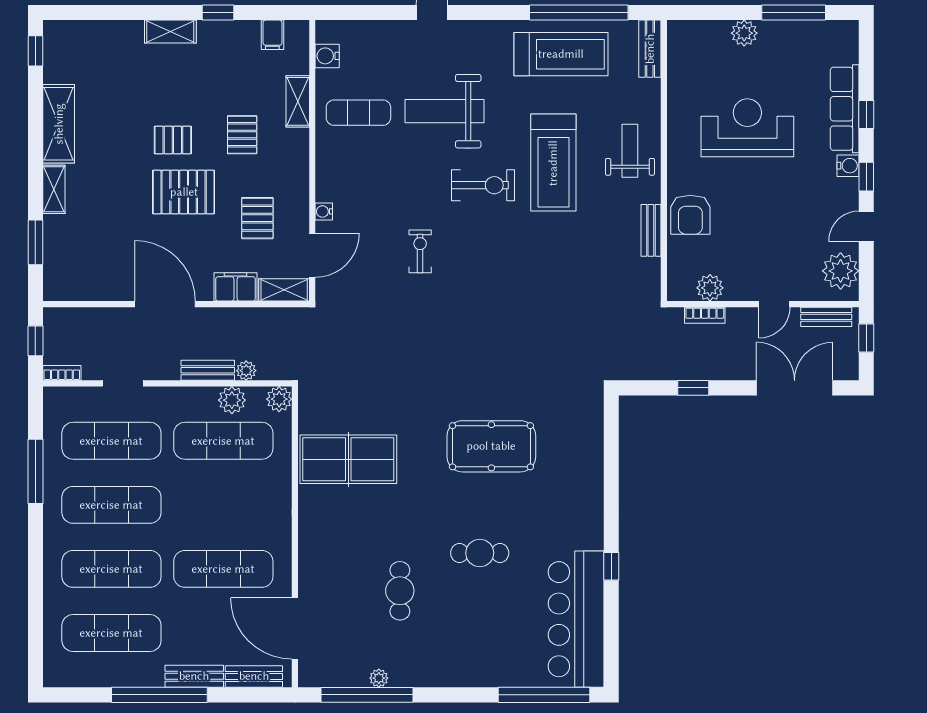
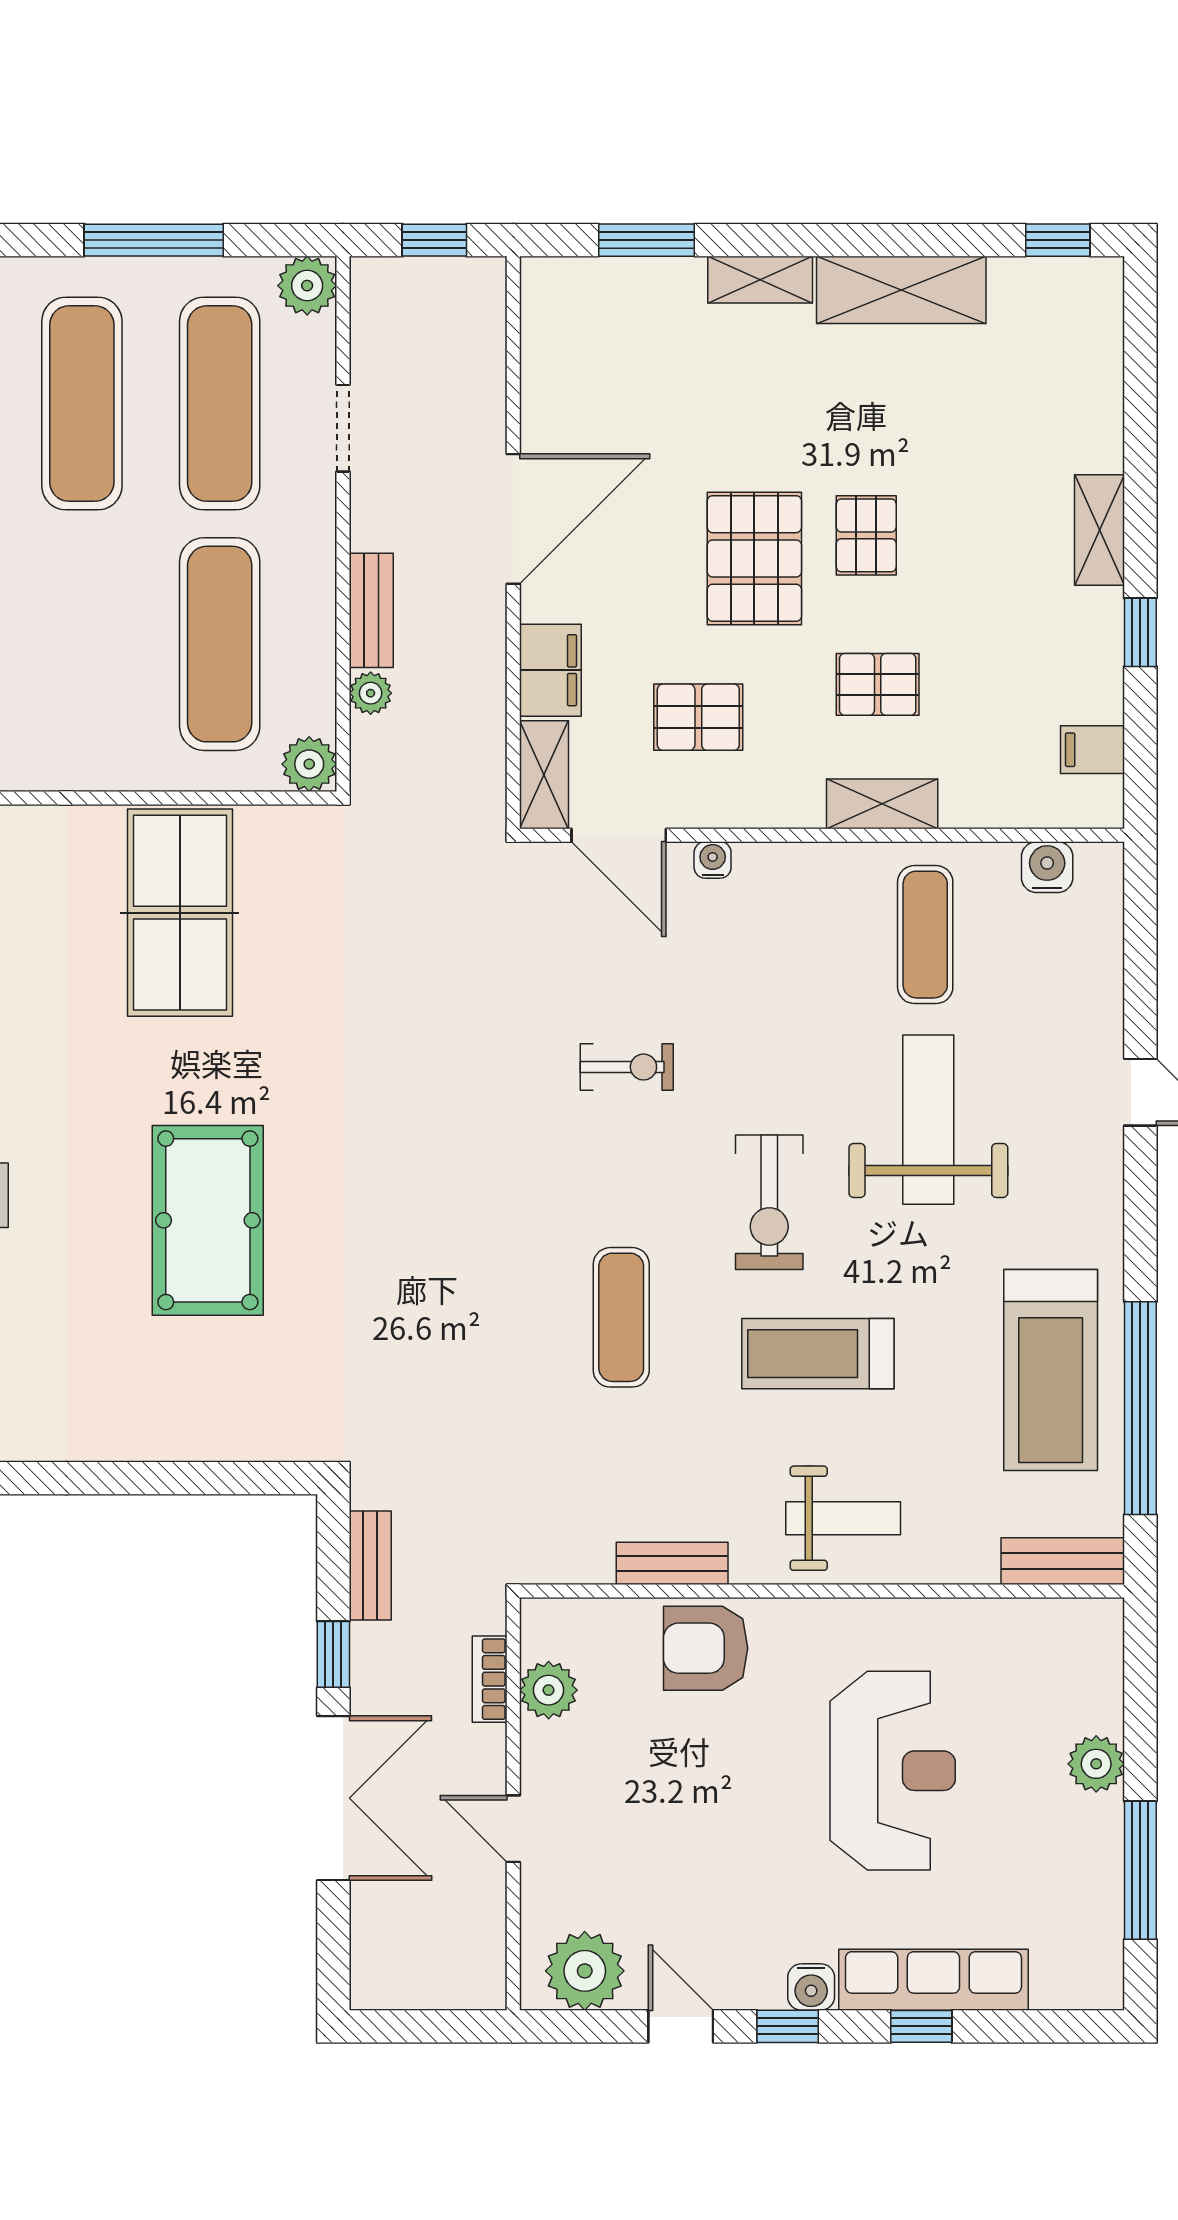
shelving: (298, 101) -> (882, 804), moved
treadmill: (553, 163) -> (818, 1354), width x0.73, depth x0.73
exercise mat: (537, 254) -> (621, 1317), added
bench: (826, 317) -> (370, 1565), moved
window: (866, 338) -> (441, 2026), removed
bookcase: (62, 373) -> (366, 297), removed
double door: (795, 388) -> (333, 1798), moved
plant: (232, 400) -> (307, 286), moved

